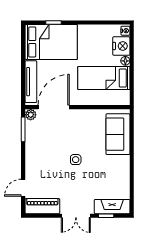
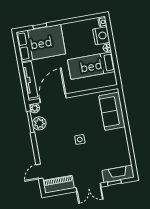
plant: (33, 133) -> (39, 123), added

